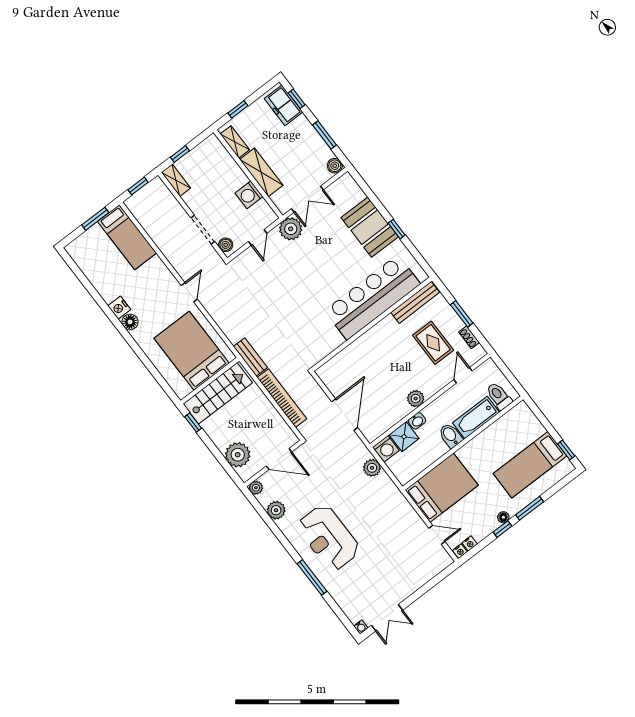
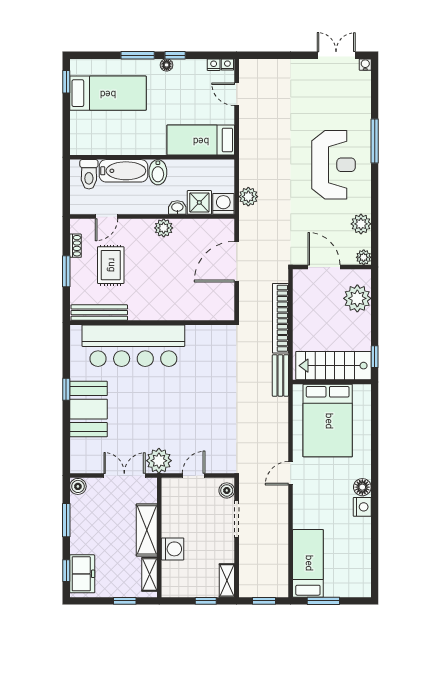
washing machine: (249, 195) -> (173, 549), moved
bed: (442, 488) -> (201, 140), width x0.67

